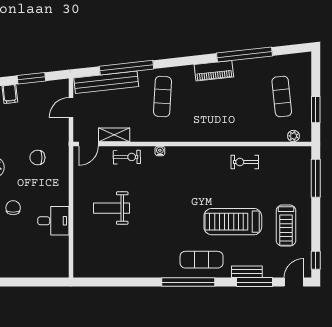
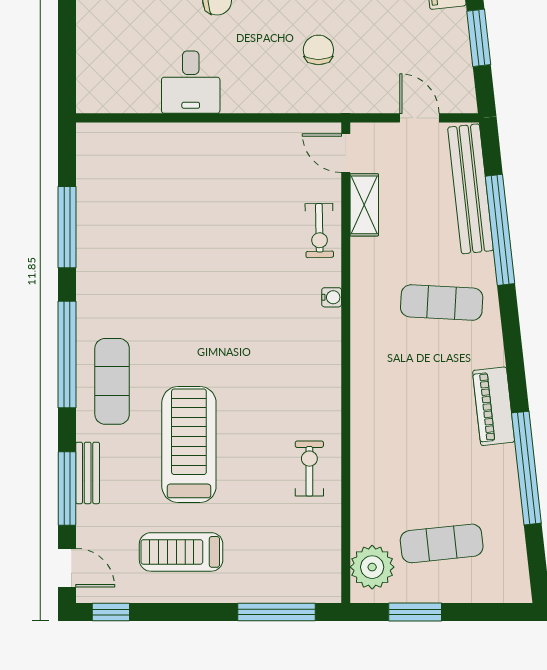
plant: (293, 136) -> (372, 567), width x1.88, depth x1.88
weight bench: (111, 208) -> (216, 200), removed
window: (125, 282) -> (67, 227), added

